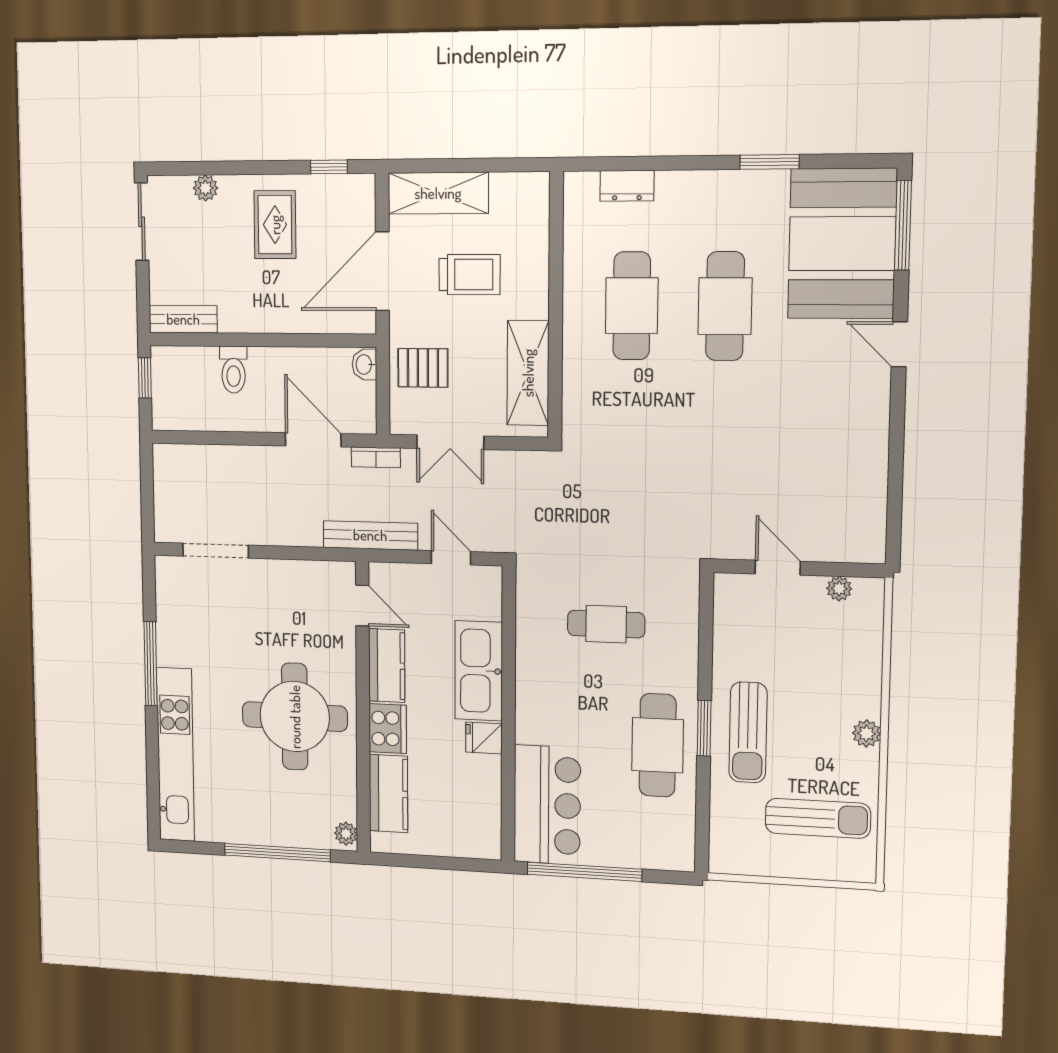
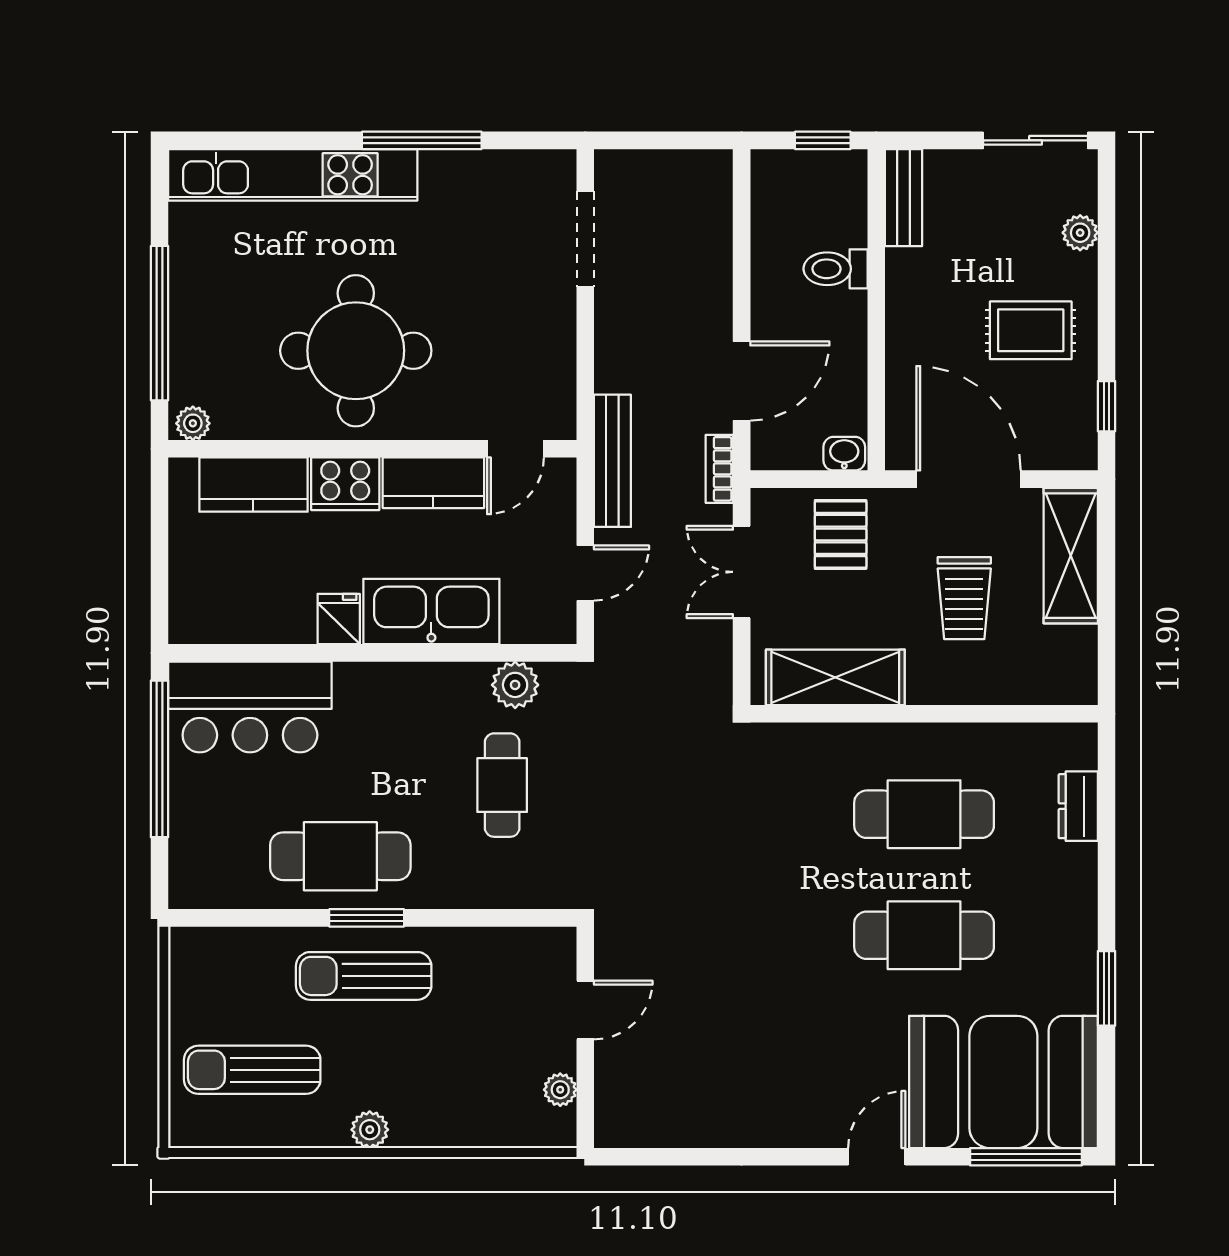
plant: (532, 612) -> (515, 685), added
sun lounger: (818, 818) -> (252, 1070), turned 90

